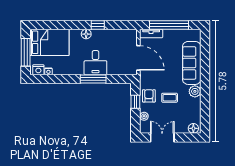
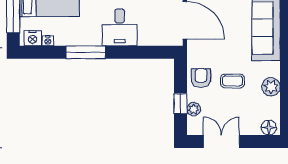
window: (93, 79) -> (86, 52), moved
plant: (195, 91) -> (271, 87), moved
window: (135, 102) -> (180, 104), moved

